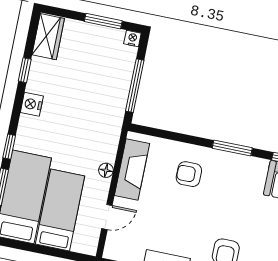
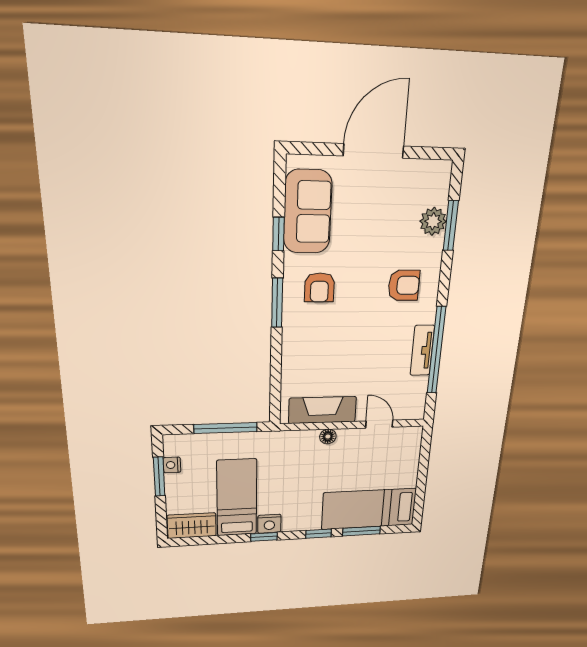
nightstand: (132, 39) -> (172, 465), moved
window: (25, 70) -> (264, 537), moved
armchair: (189, 174) -> (320, 288), moved
bed: (60, 210) -> (237, 498), moved, turned 90

